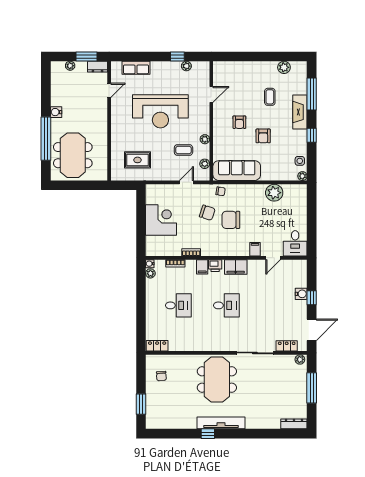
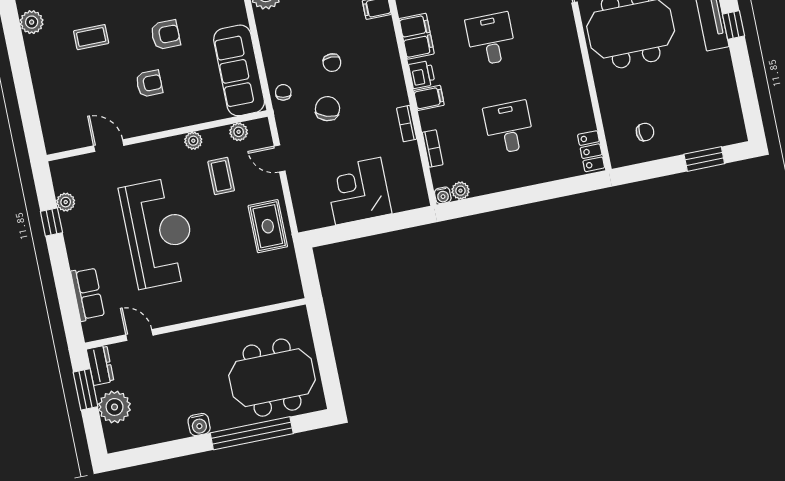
plant: (70, 66) -> (115, 407), width x1.88, depth x1.88
rug: (137, 160) -> (268, 226), moved
chair: (231, 220) -> (332, 63), width x0.54, depth x0.54

